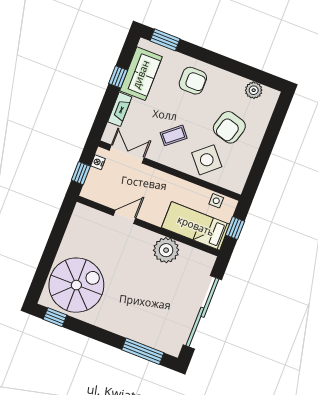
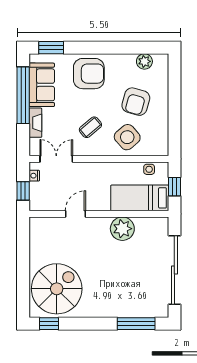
window: (118, 77) -> (23, 95), width x3.17
armchair: (193, 81) -> (89, 74), width x1.36, depth x1.36

